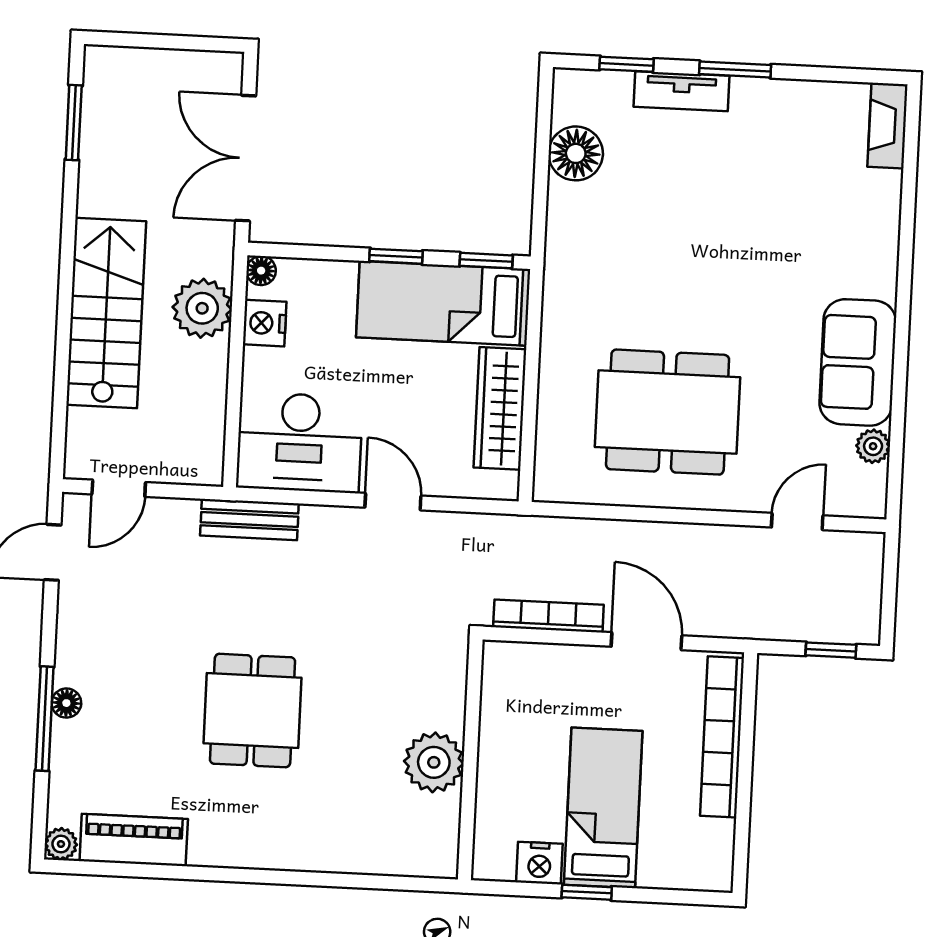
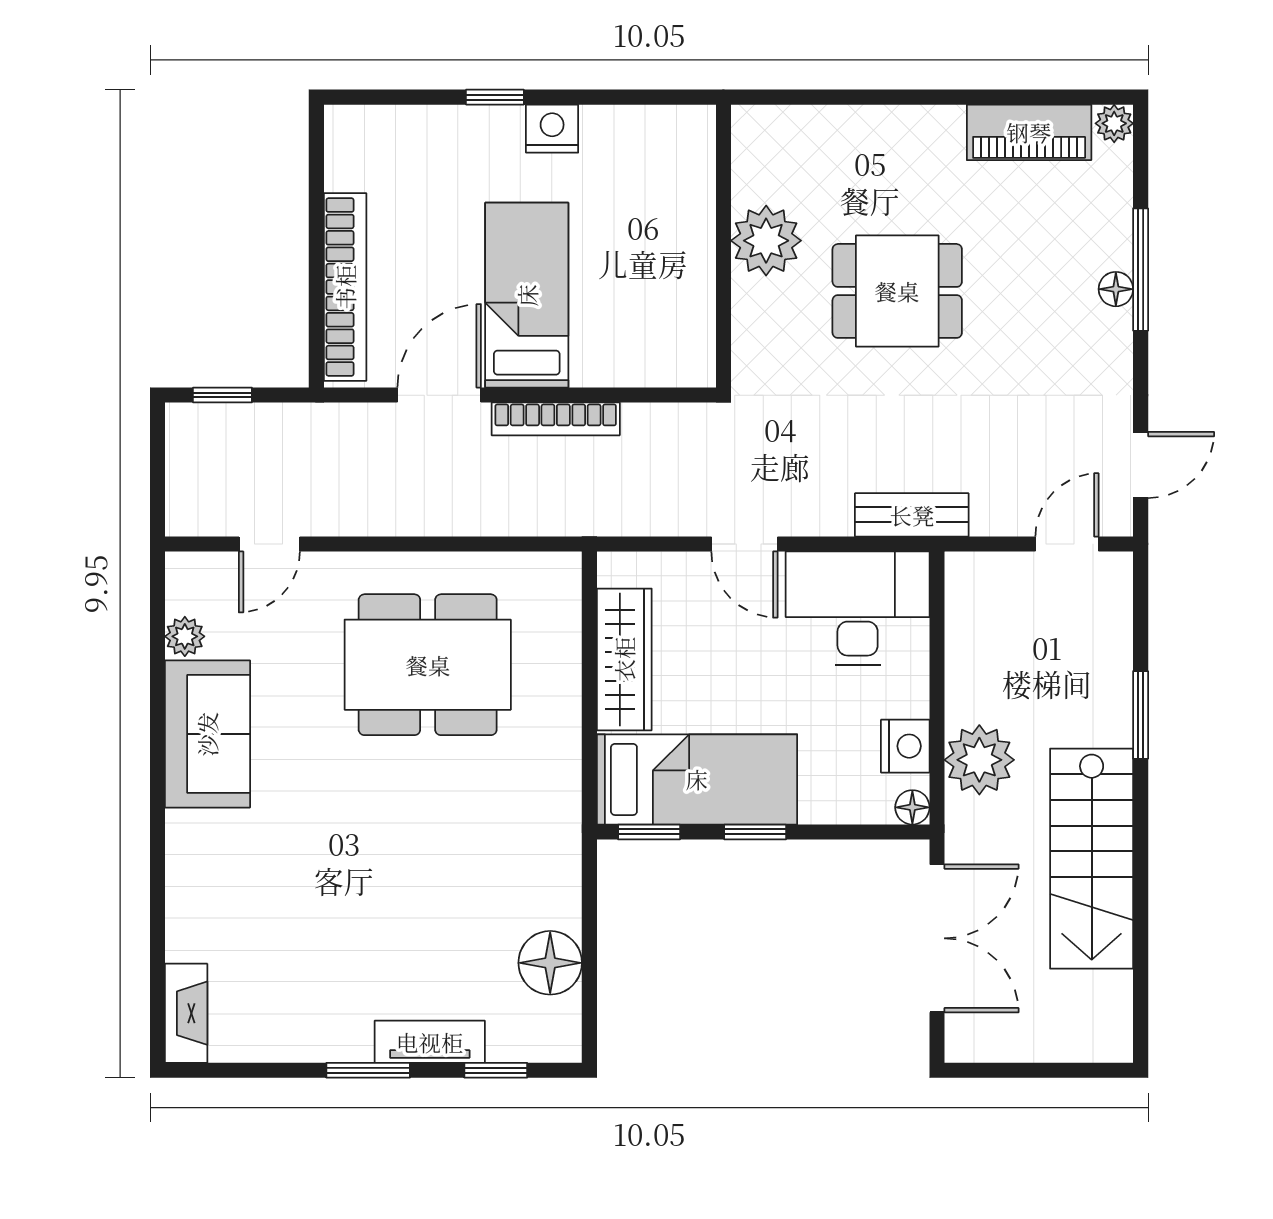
window: (74, 123) -> (1141, 715), moved
stairs: (106, 313) -> (1092, 859), moved
door: (647, 641) -> (439, 395), swing flipped
dining table: (252, 711) -> (897, 291), turned 90
wall: (470, 759) -> (723, 246), moved
plant: (434, 762) -> (766, 241), moved
bed: (603, 808) -> (527, 295), moved, turned 180

